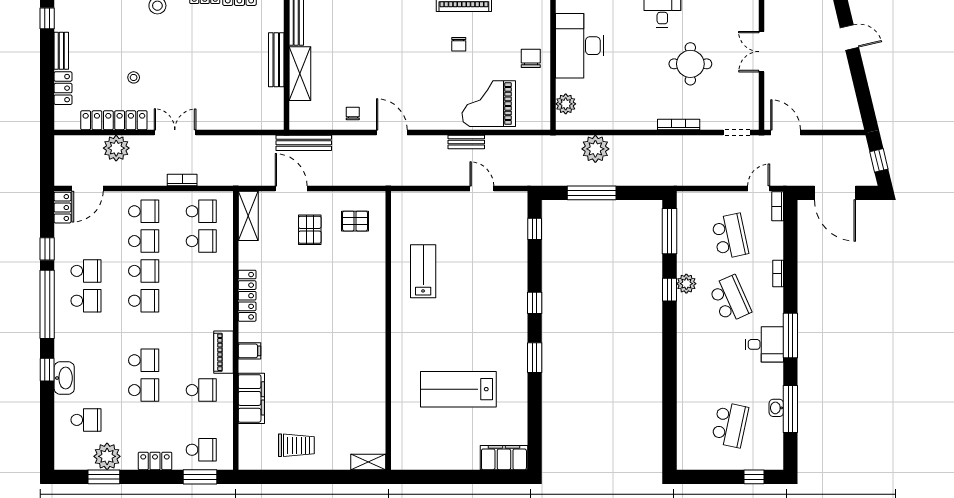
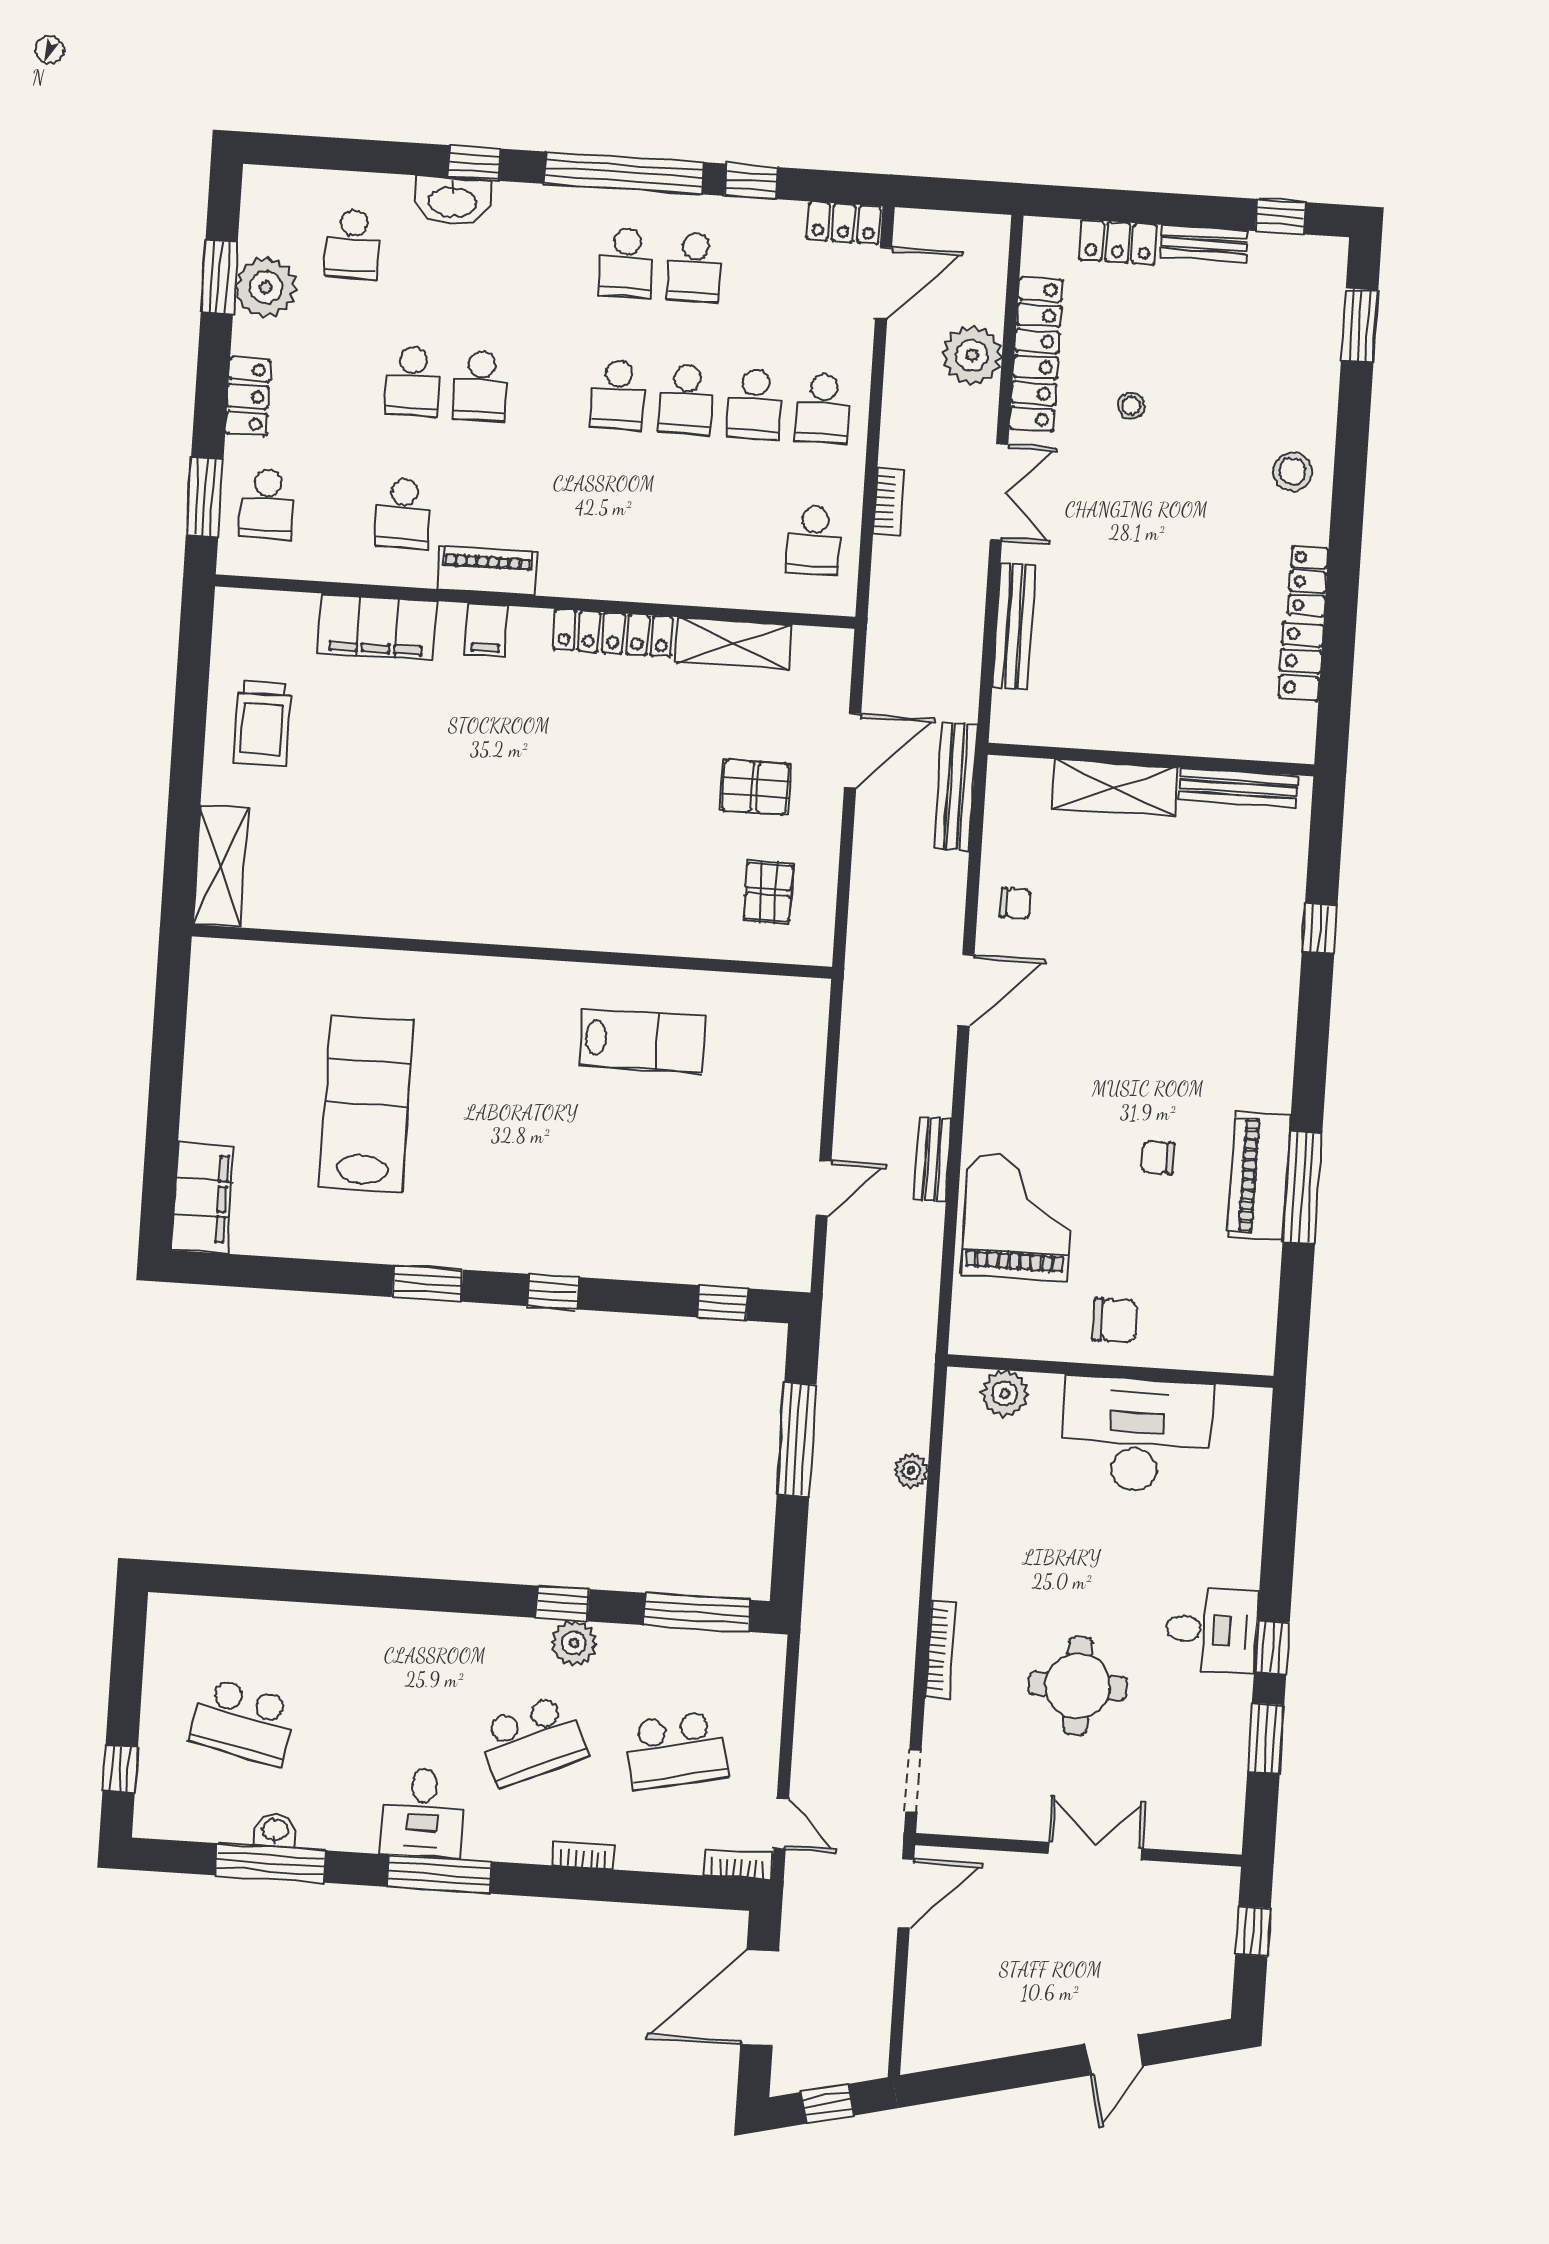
bench: (276, 60) -> (1014, 626), moved, turned 90
plant: (595, 149) -> (911, 1470), width x0.53, depth x0.53
door: (87, 189) -> (884, 283), swing flipped
shelving: (248, 216) -> (734, 644), moved
school desk: (201, 241) -> (746, 536), removed
shelving: (368, 462) -> (220, 866), width x1.50, depth x1.33

